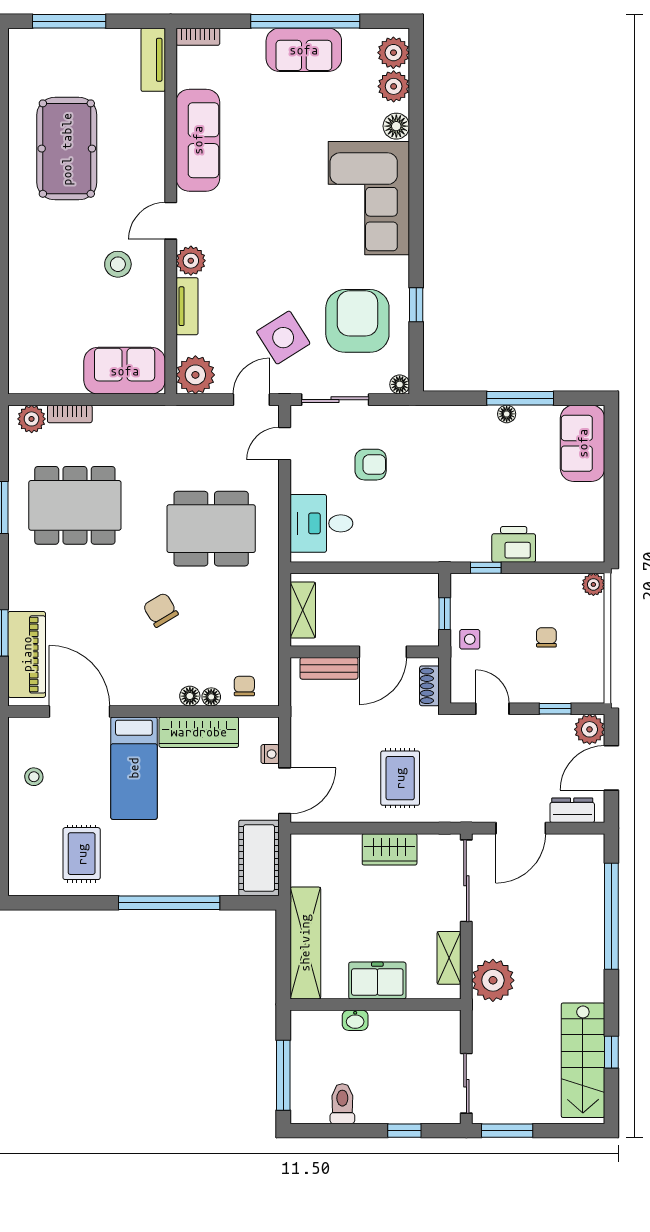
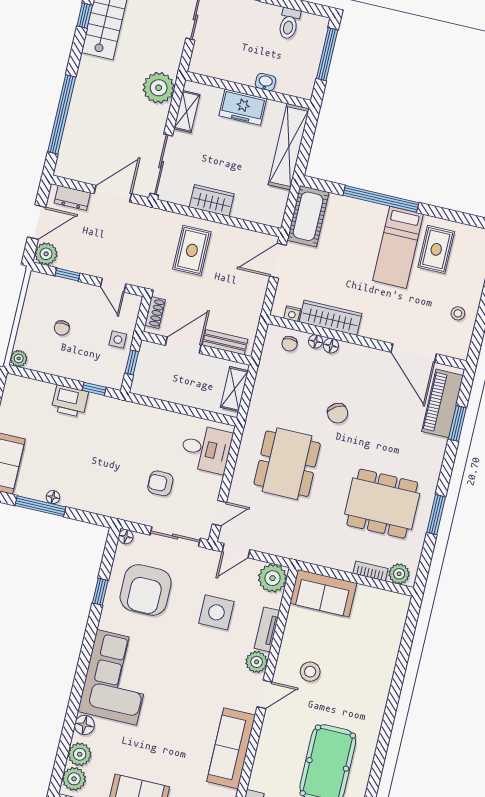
side table: (283, 338) -> (216, 612), moved, turned 32
dining table: (211, 529) -> (287, 464), turned 90
nightstand: (270, 754) -> (292, 314), moved, turned -90
bed: (134, 768) -> (398, 247), moved, turned 180

